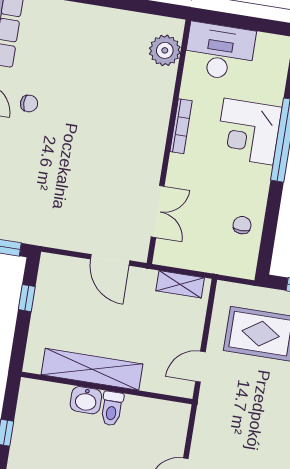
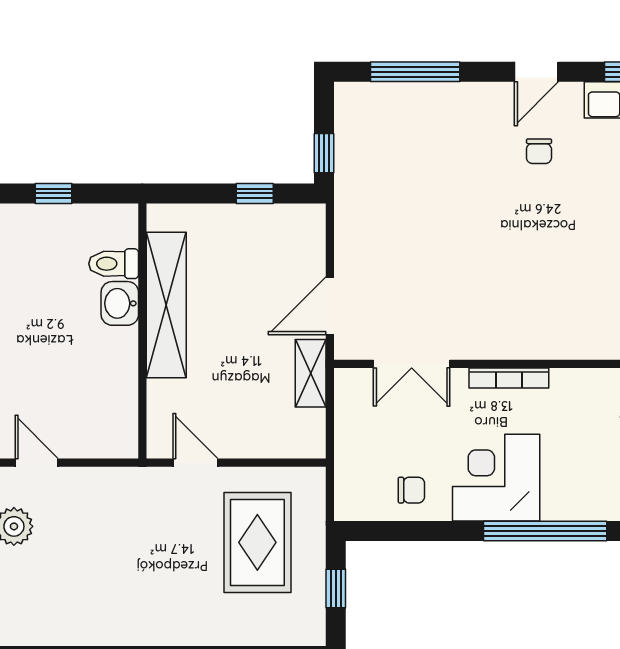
bookcase: (181, 126) -> (509, 378), moved
corner desk: (248, 132) -> (496, 478), moved
shelving: (180, 284) -> (311, 373), moved
toilet: (112, 409) -> (114, 264), moved

